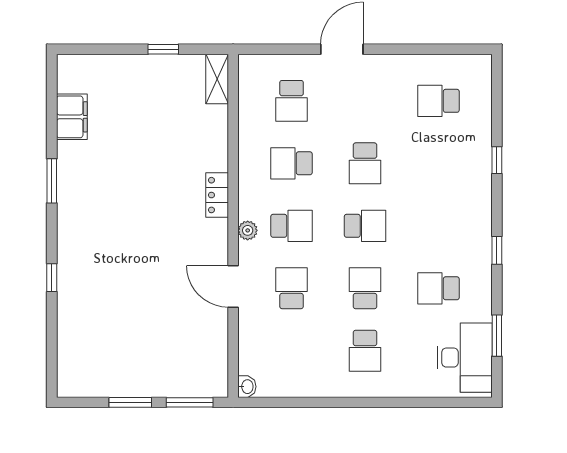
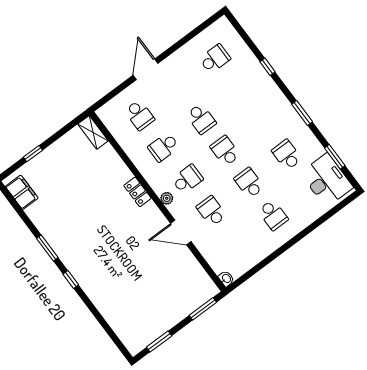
window: (163, 49) -> (33, 154), moved
school desk: (438, 101) -> (215, 59), turned 180
filing cabinet: (72, 117) -> (22, 192), moved
school desk: (365, 226) -> (225, 151), turned -90
window: (497, 250) -> (302, 113), width x1.50
window: (52, 278) -> (71, 279), moved
school desk: (438, 288) -> (287, 155), turned 90
window: (130, 402) -> (159, 341), moved

